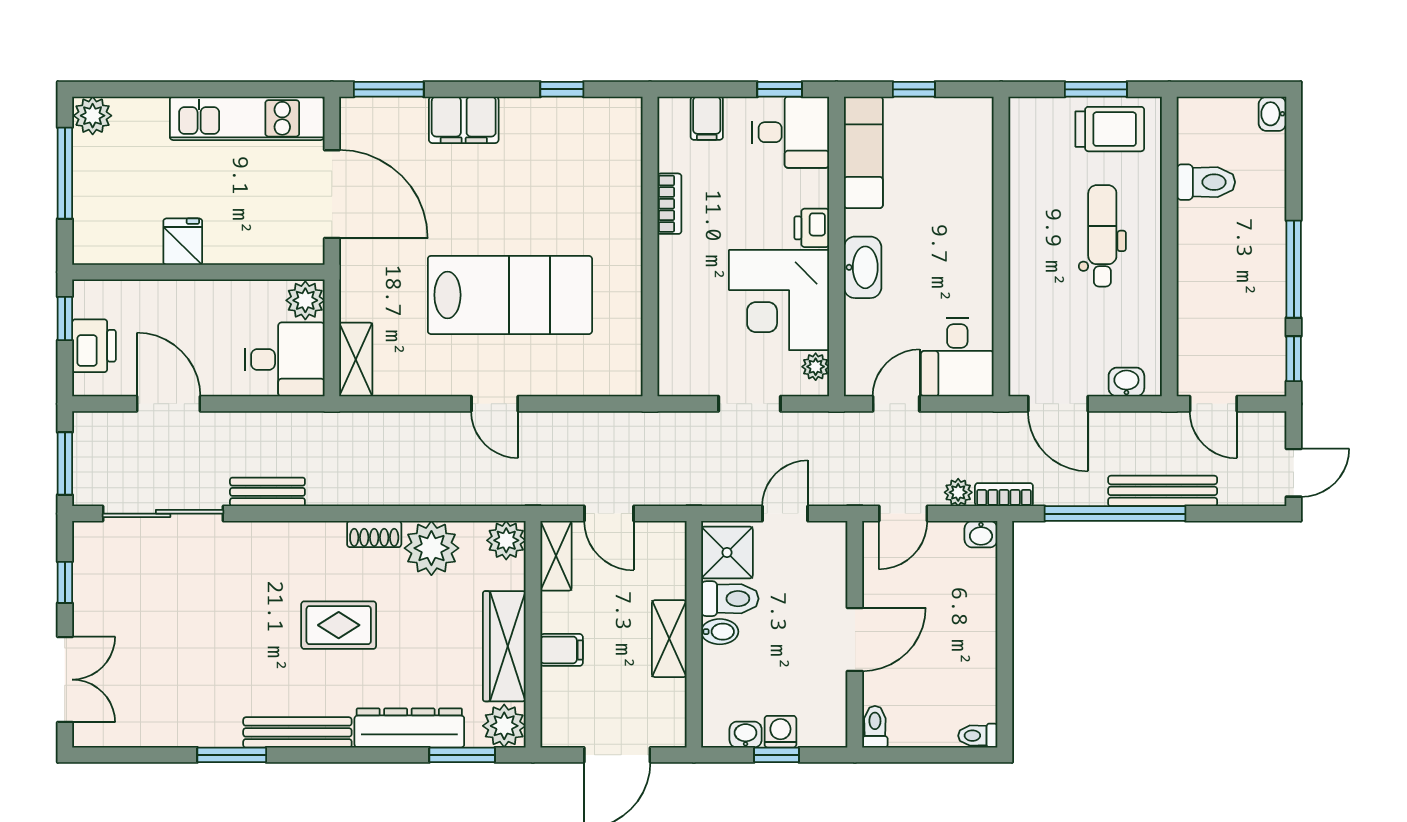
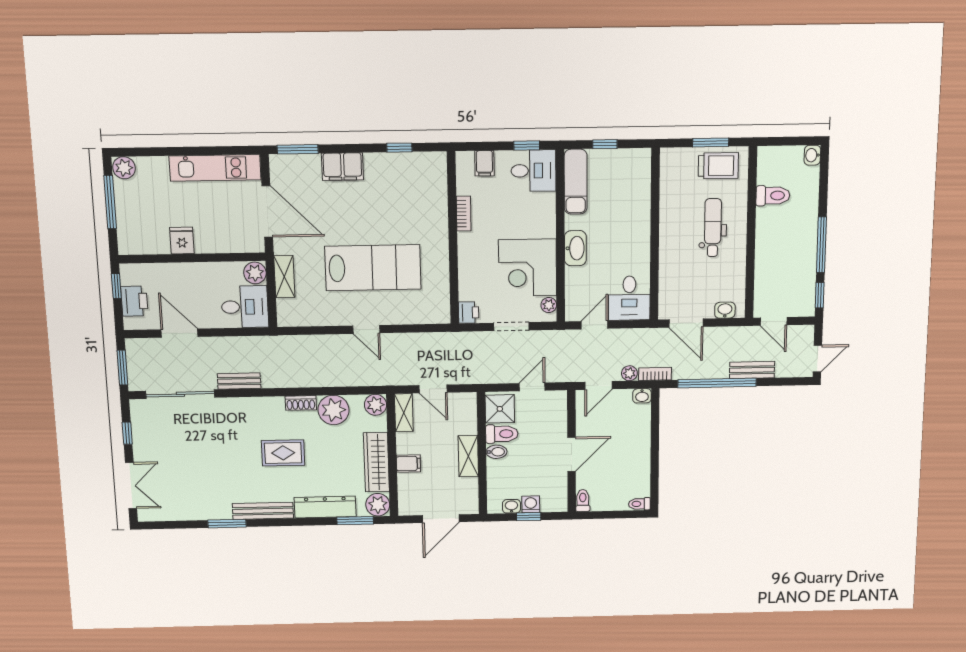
printer: (812, 228) -> (469, 313), moved, turned 180
shelving: (356, 360) -> (284, 277), moved
bench: (1163, 491) -> (752, 370), width x0.73

